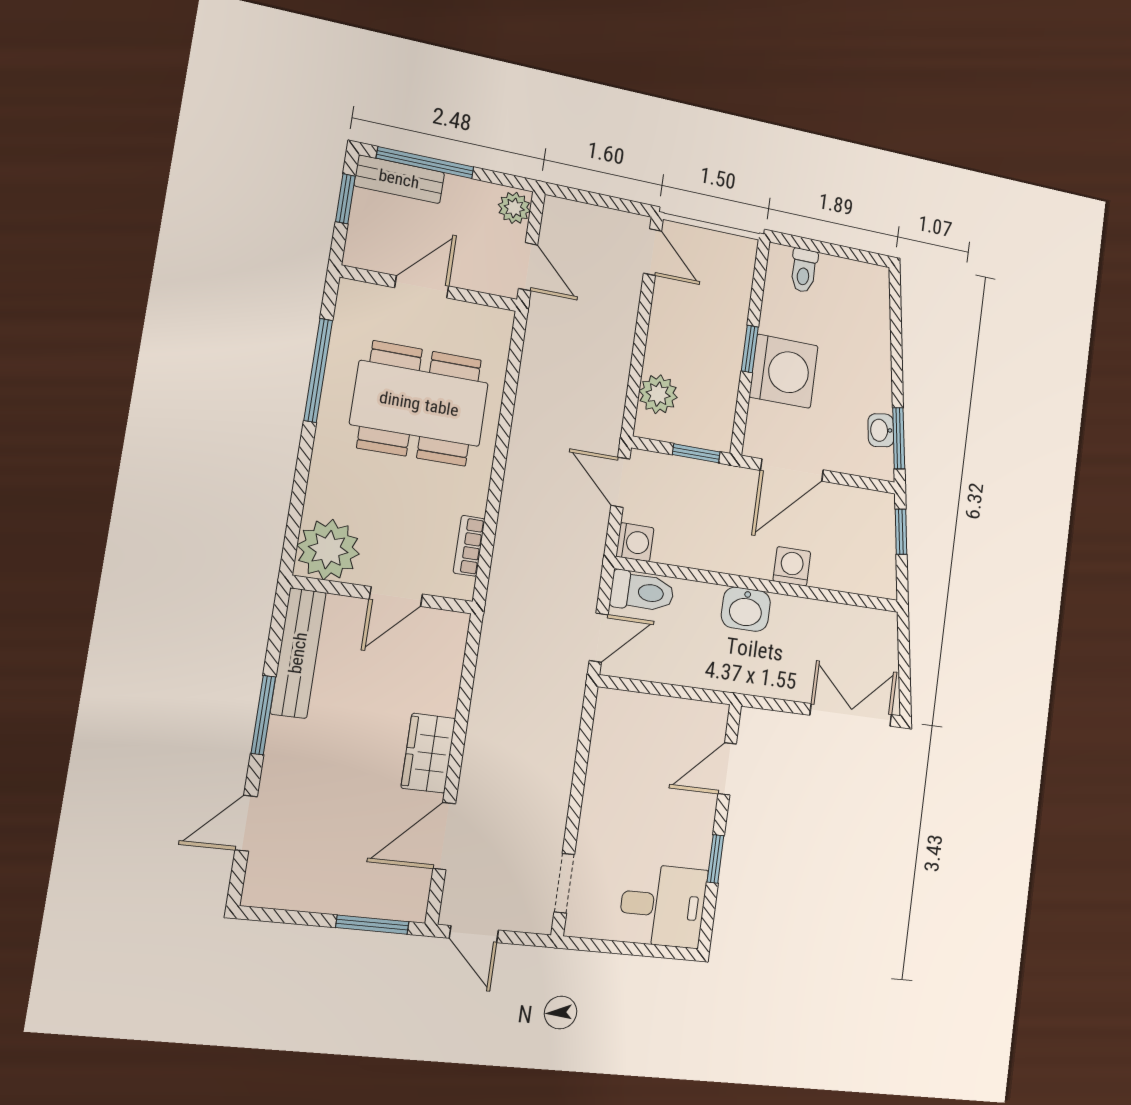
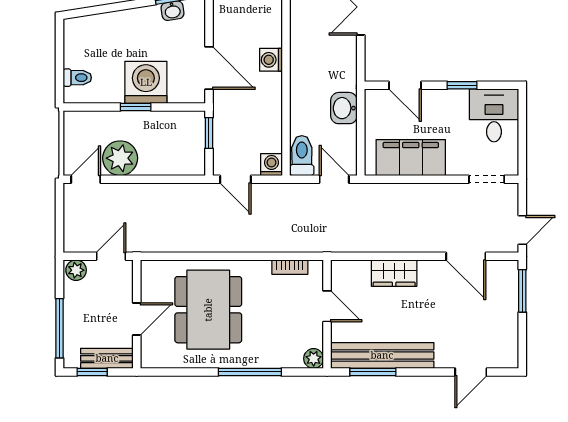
bench: (399, 179) -> (107, 358), moved, turned 90
door: (422, 287) -> (137, 319), swing flipped
window: (318, 370) -> (250, 372), moved
plant: (658, 394) -> (120, 158), moved, width x1.36, depth x1.36
door: (620, 482) -> (236, 179), hinge flipped
plant: (328, 550) -> (314, 358), width x0.53, depth x0.53
washbasin: (746, 609) -> (344, 108), moved, turned 180
bench: (298, 653) -> (382, 355), width x1.37, depth x1.21
window: (263, 715) -> (373, 372), moved
wardrobe: (428, 753) -> (394, 273), moved
filing cabinet: (615, 764) -> (411, 158), added
door: (246, 823) -> (471, 372), hinge flipped

